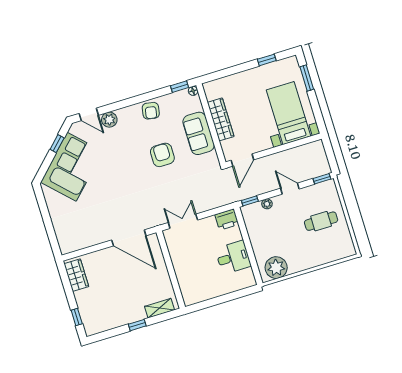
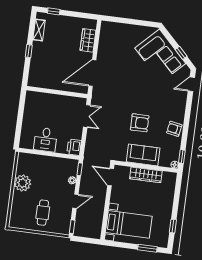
plant: (109, 120) -> (181, 97), removed
plant: (276, 268) -> (23, 183), moved
wardrobe: (76, 275) -> (88, 40), moved, turned 90
shelving: (160, 308) -> (39, 30), moved

